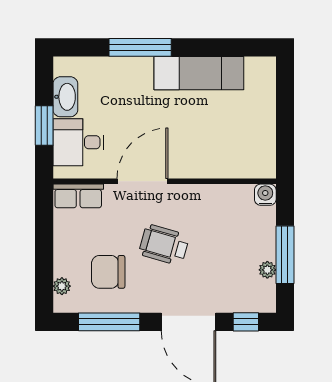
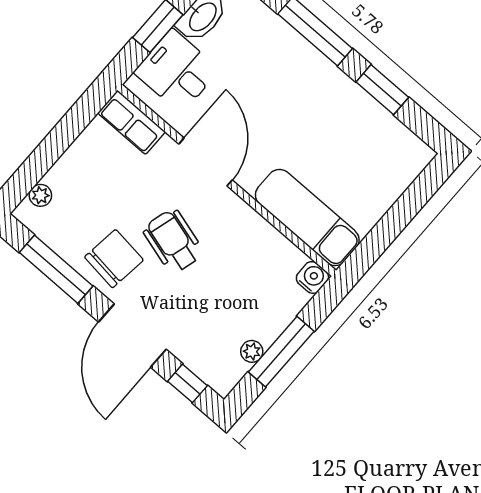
window: (210, 47) -> (382, 90), added
exam couch: (199, 73) -> (307, 218), moved, turned 180
door: (142, 181) -> (206, 162), hinge flipped
chair: (108, 272) -> (114, 259), moved, turned 97

